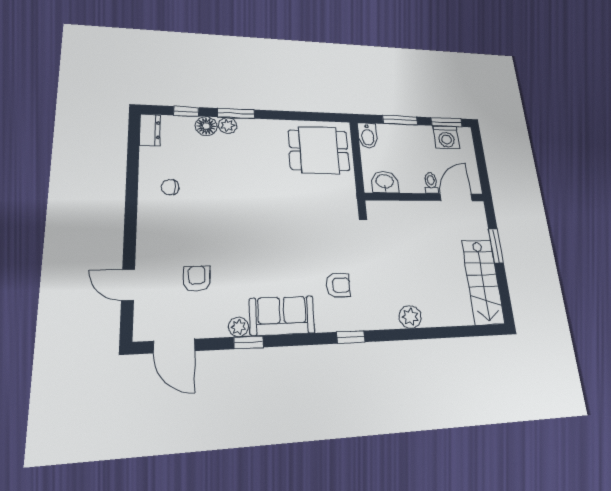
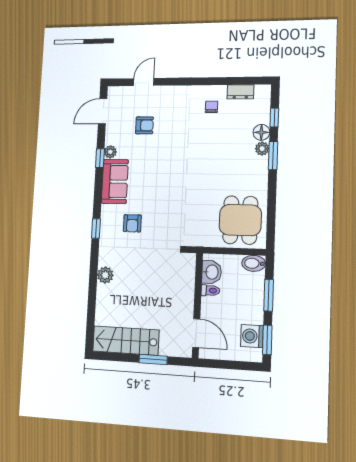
dresser: (150, 130) -> (240, 92), moved
toilet: (431, 183) -> (210, 290), moved

